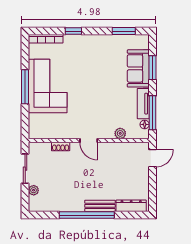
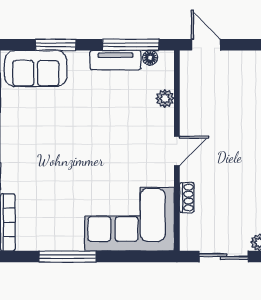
sofa: (138, 68) -> (36, 68), moved
corner sofa: (48, 86) -> (129, 219), moved
window: (25, 87) -> (68, 257), moved

